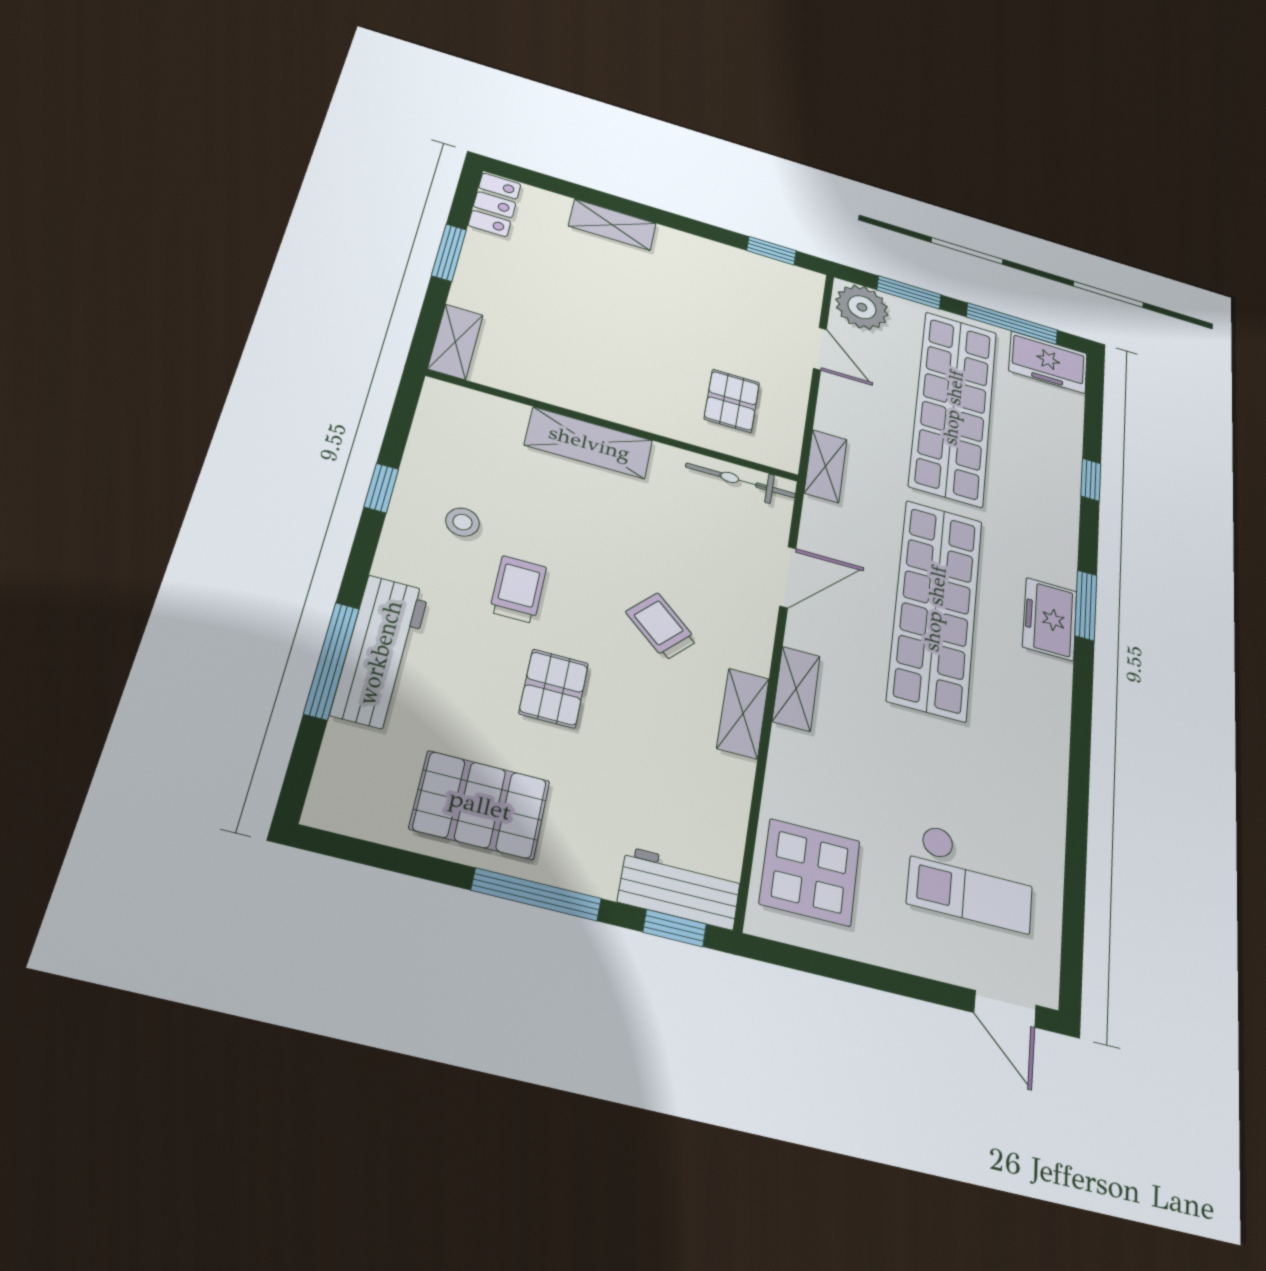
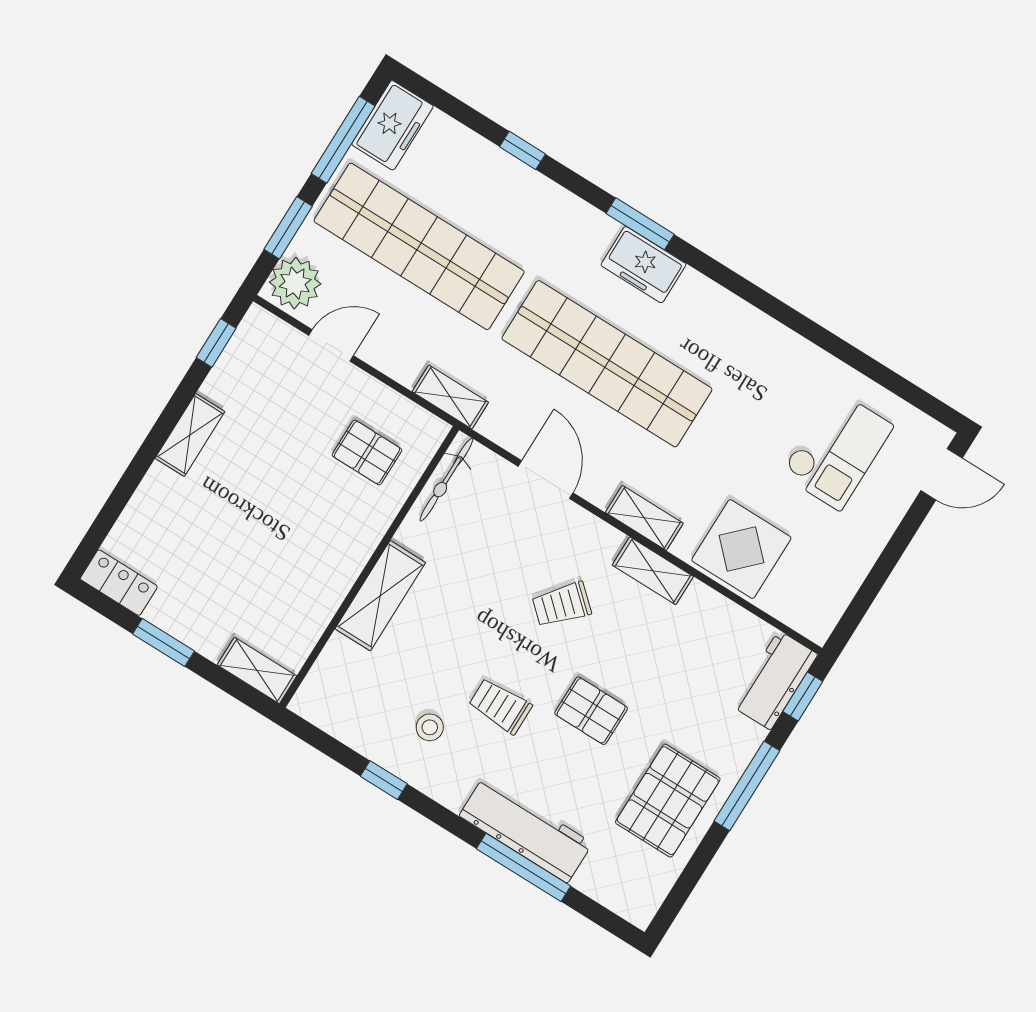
shelving: (612, 225) -> (190, 435), moved
display table: (810, 872) -> (741, 549), moved

